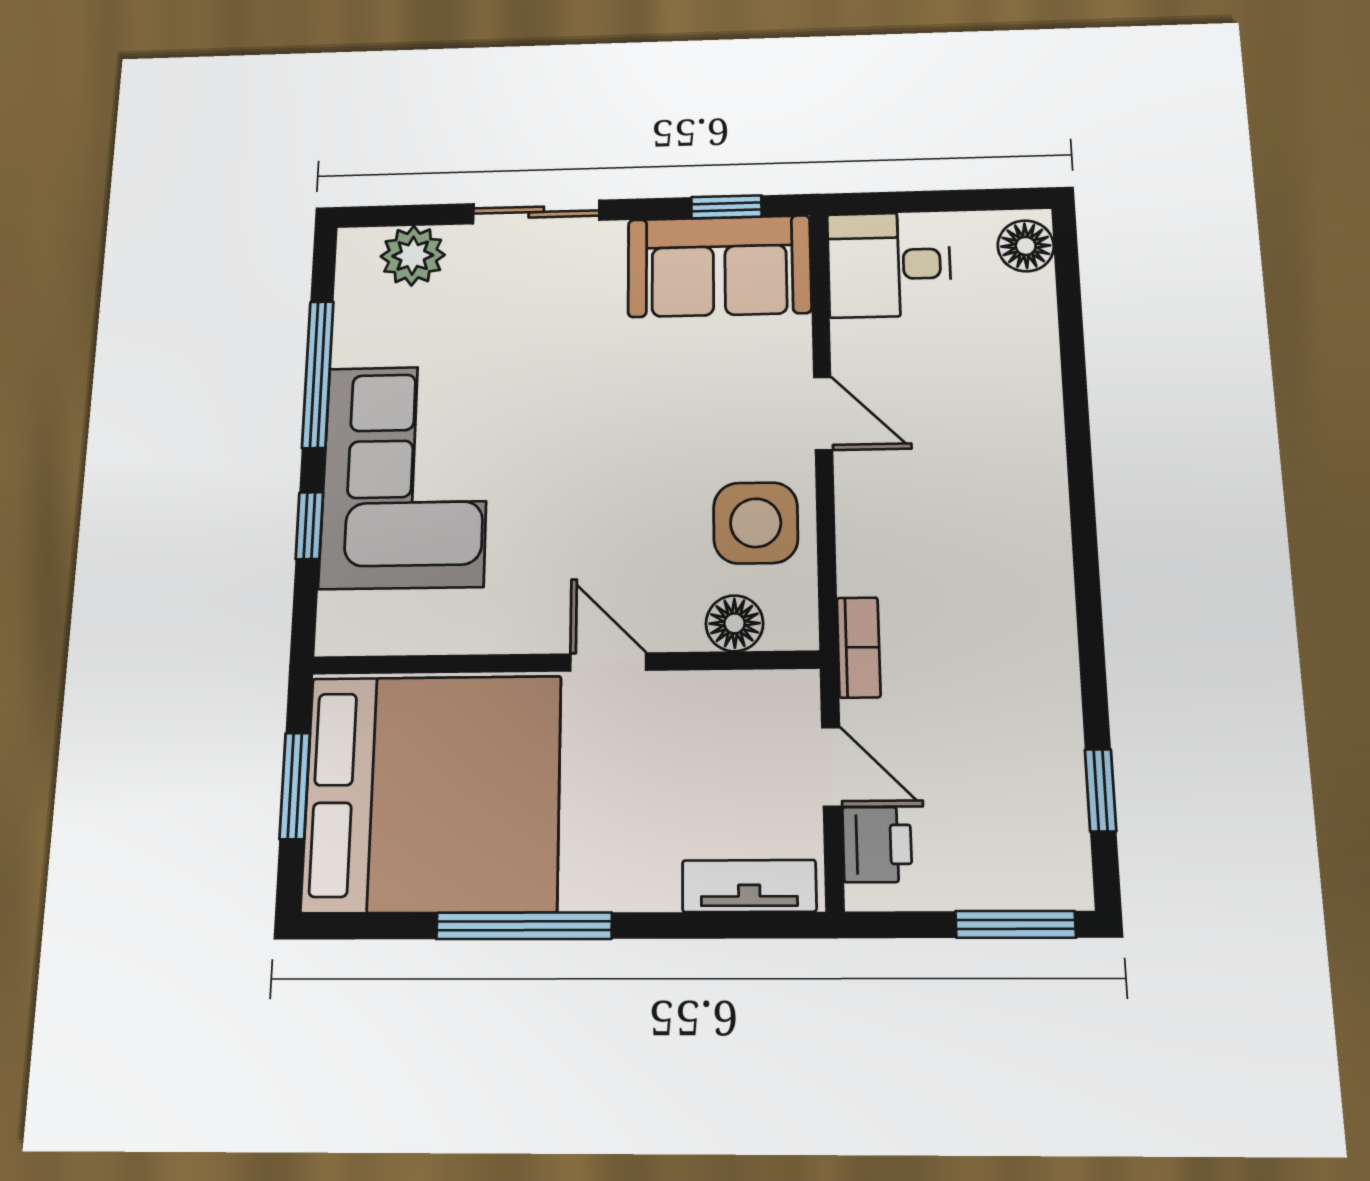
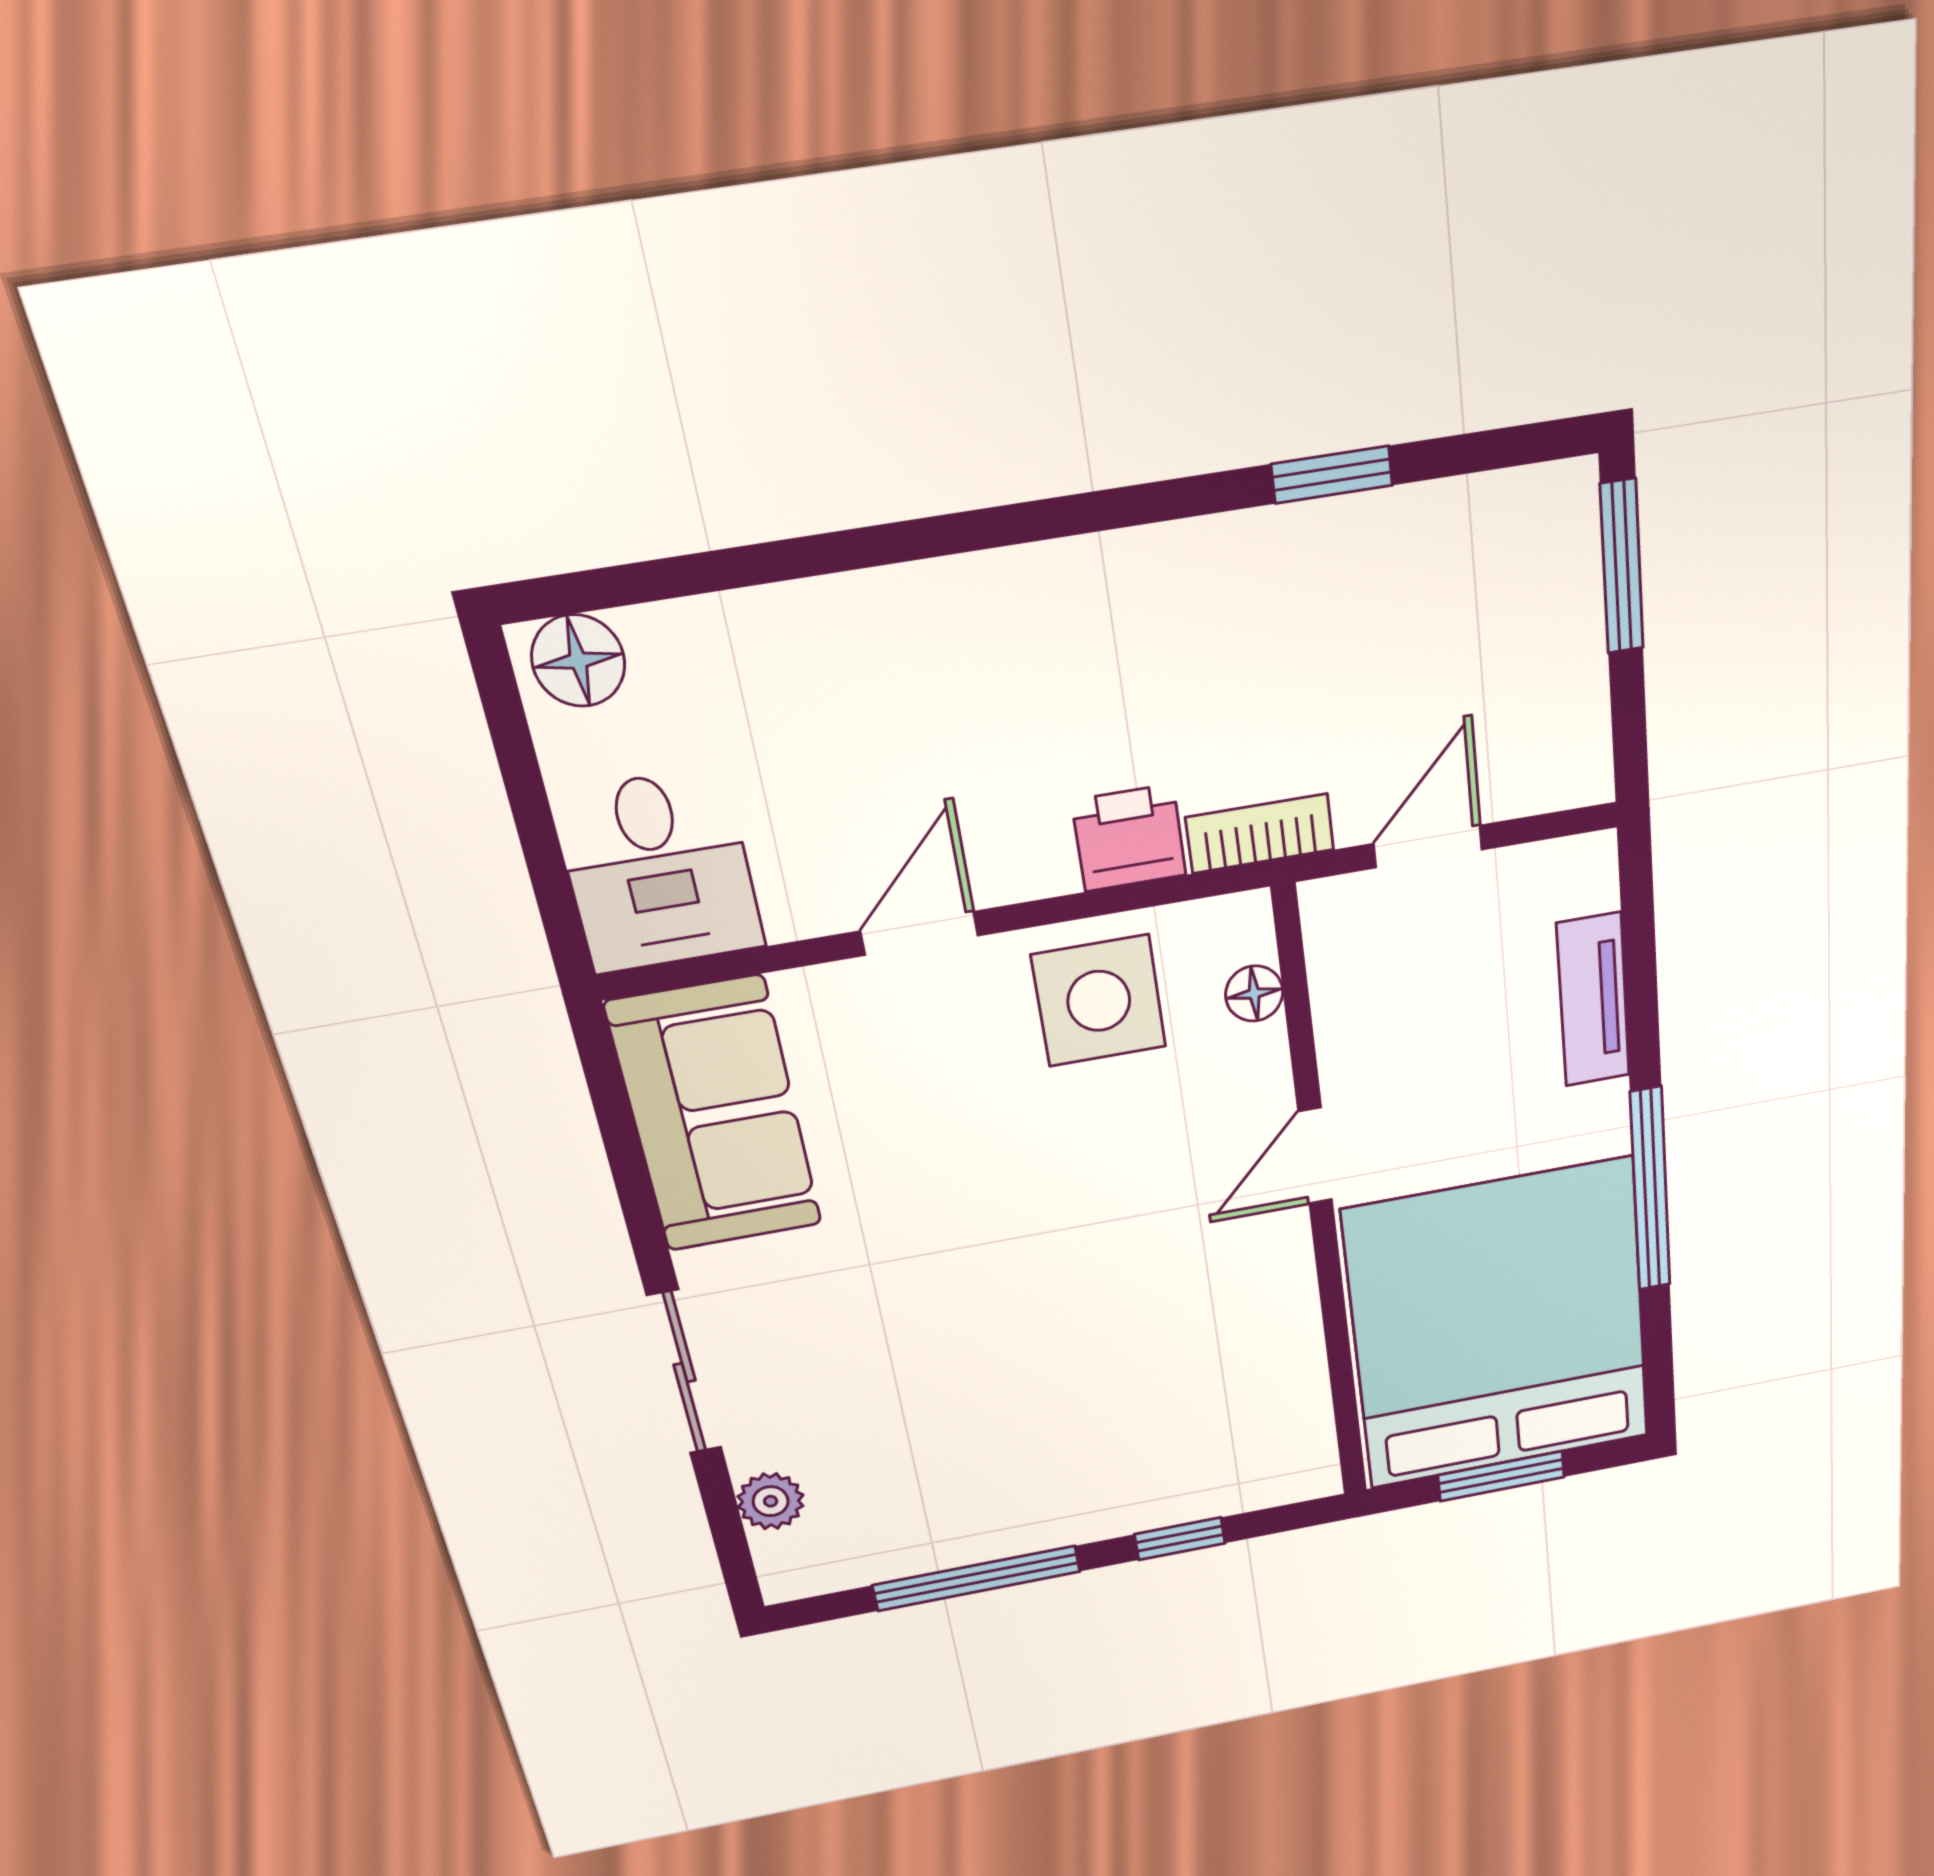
window: (726, 207) -> (616, 1122), removed
plant: (413, 256) -> (771, 1501), width x0.73, depth x0.73
corner sofa: (405, 476) -> (1098, 1447), removed
floor lamp: (735, 623) -> (1254, 994), width x0.73, depth x0.73
window: (1101, 790) -> (1332, 475), moved
printer: (877, 844) -> (1129, 838), moved
tv unit: (749, 886) -> (1593, 1000), moved

